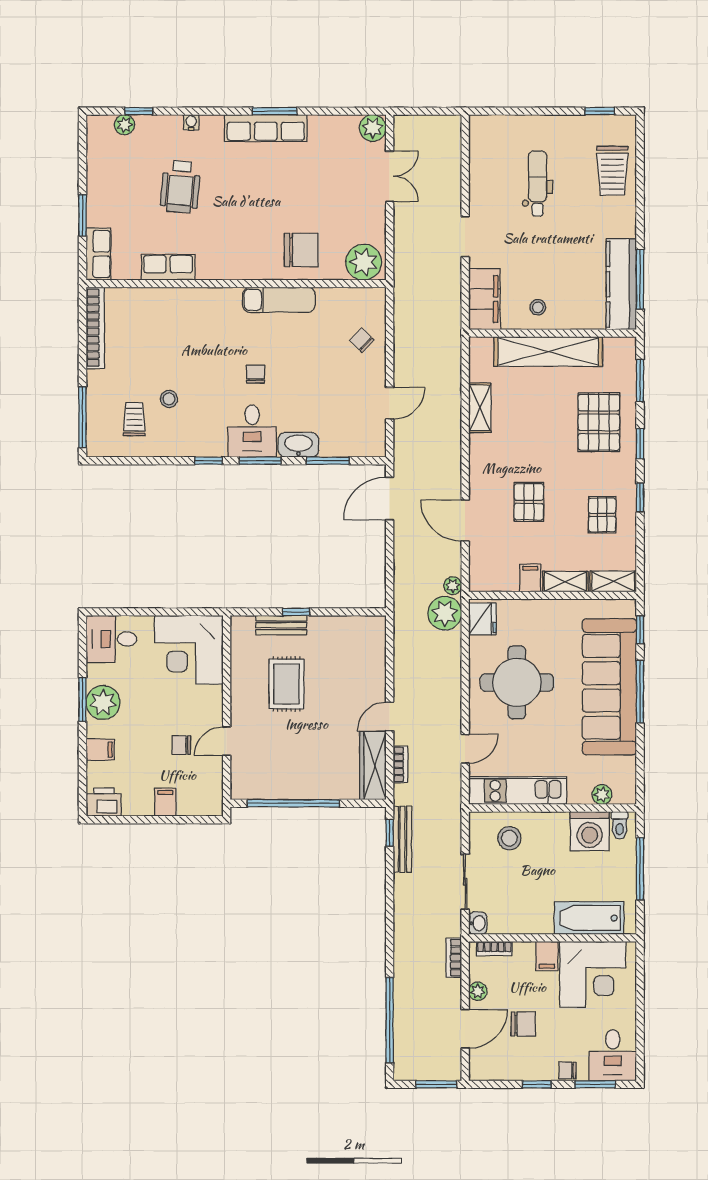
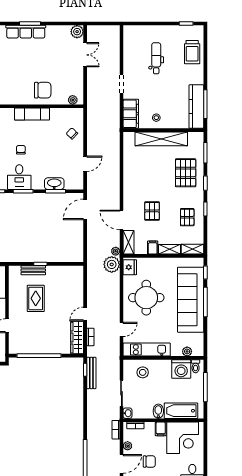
plant: (364, 262) -> (73, 100), width x0.53, depth x0.53
shelving: (480, 408) -> (129, 242), moved
washbasin: (298, 445) -> (54, 184), moved
bidet: (542, 919) -> (158, 411), added

